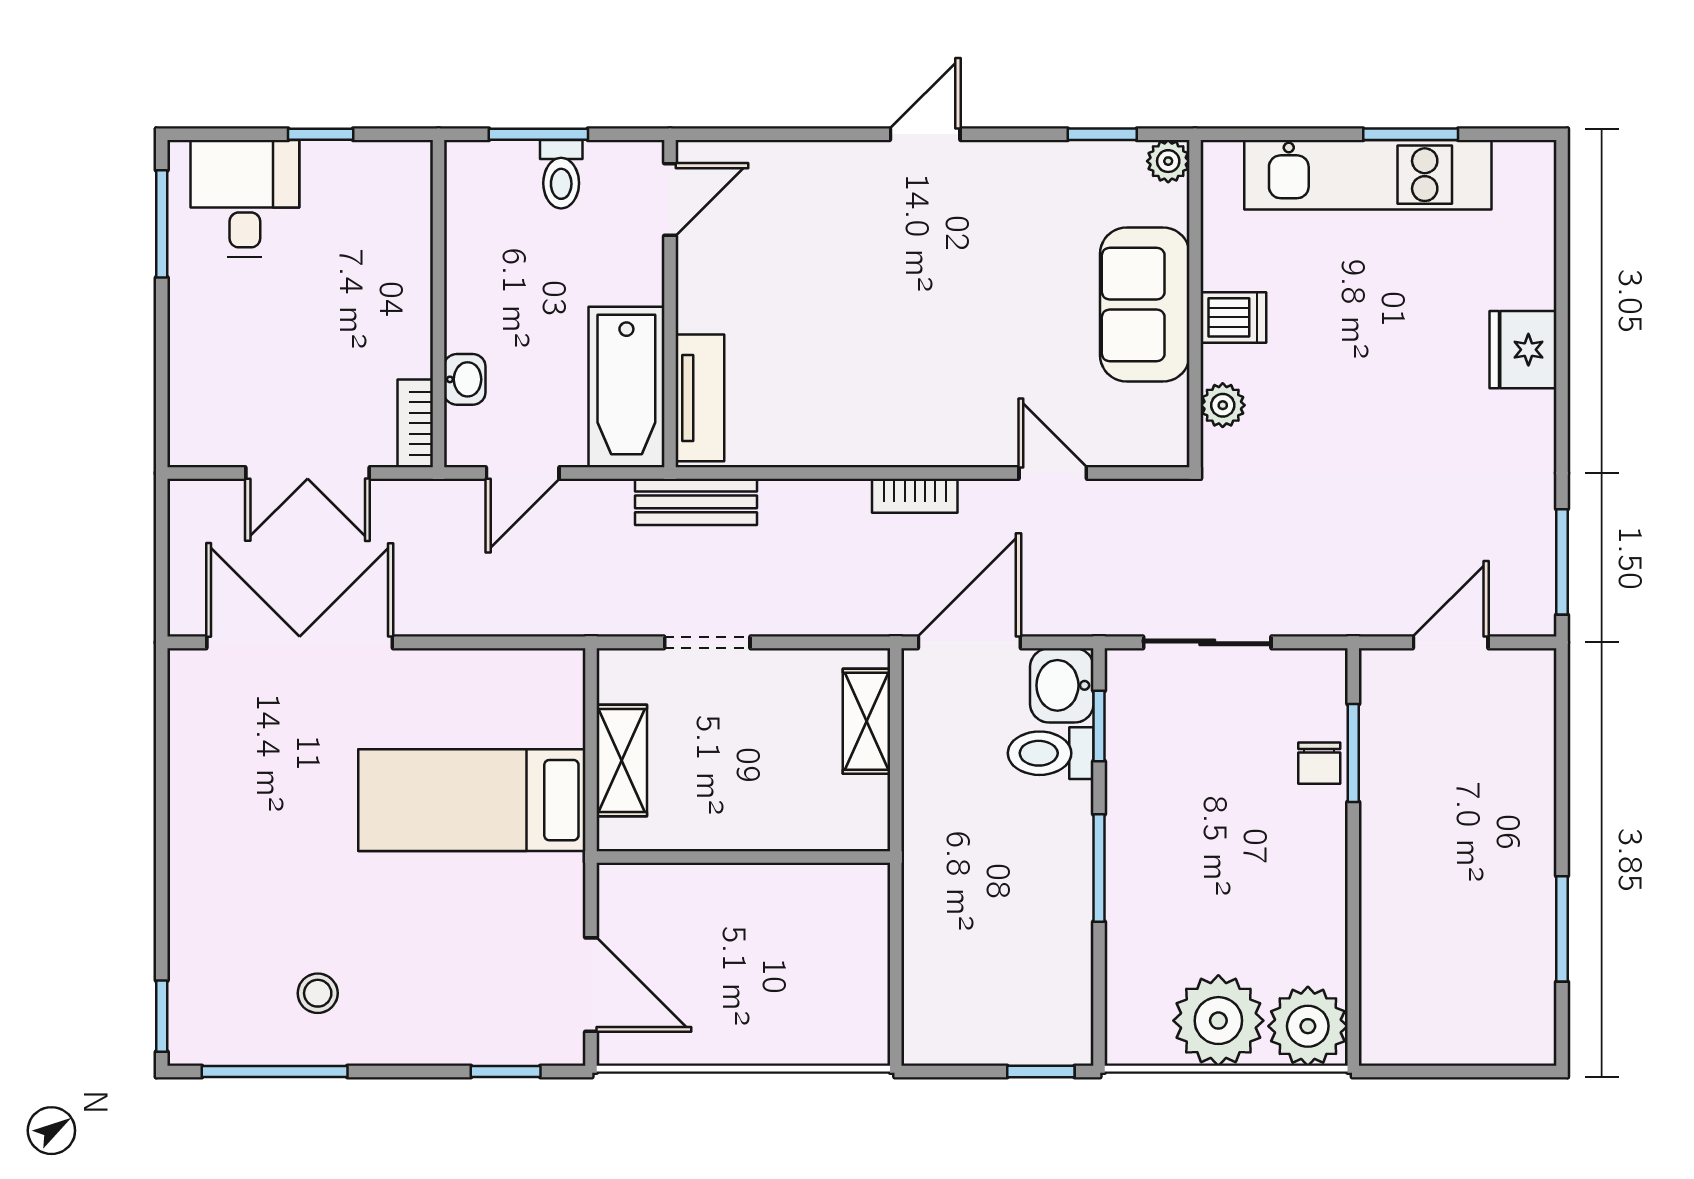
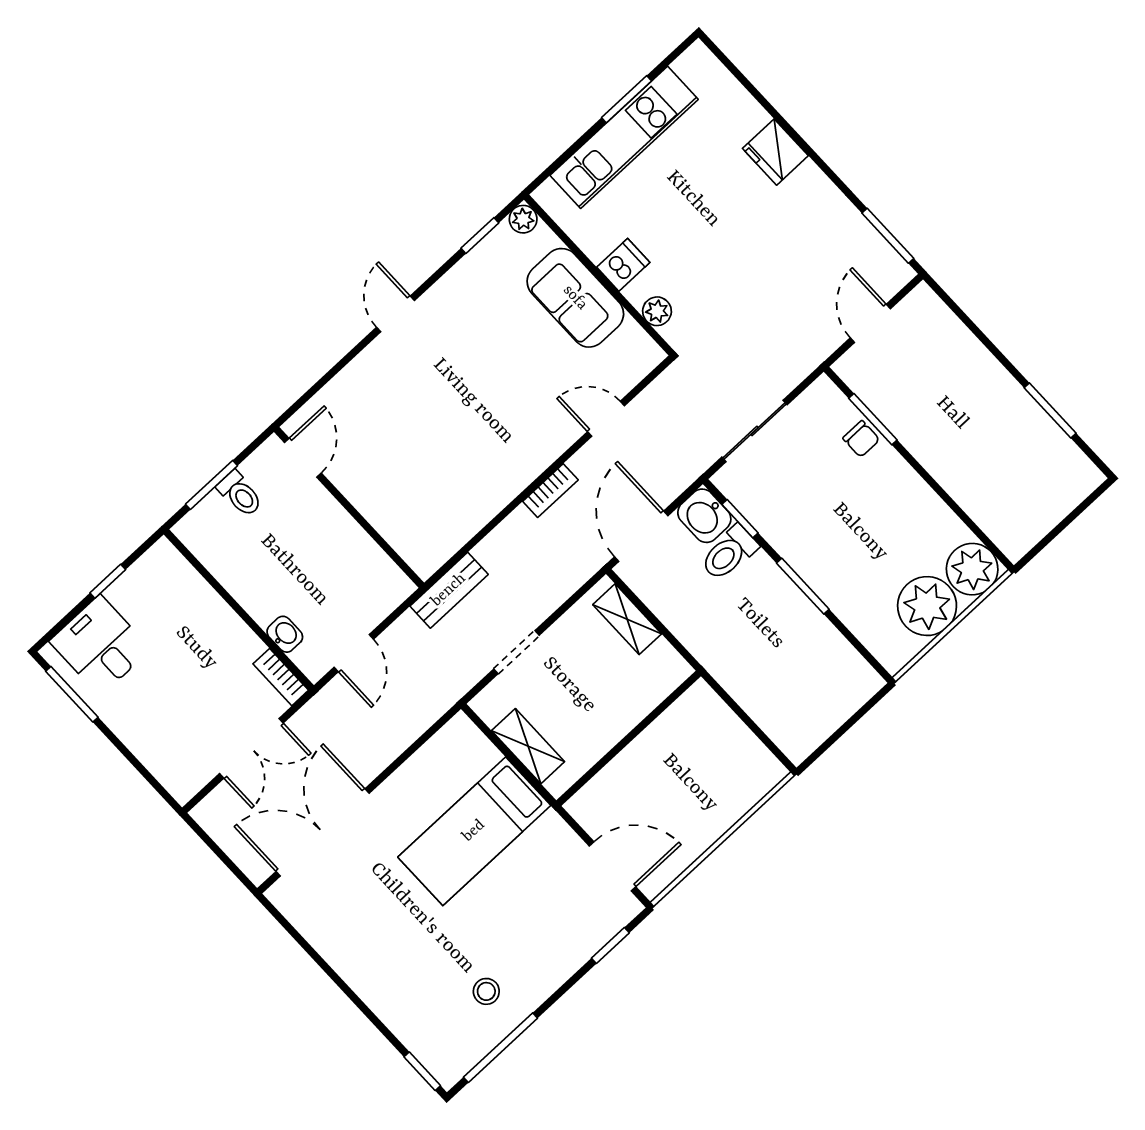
bathtub: (626, 387) -> (365, 566), removed
tv unit: (700, 398) -> (405, 539), removed
window: (1041, 1071) -> (865, 709), removed

